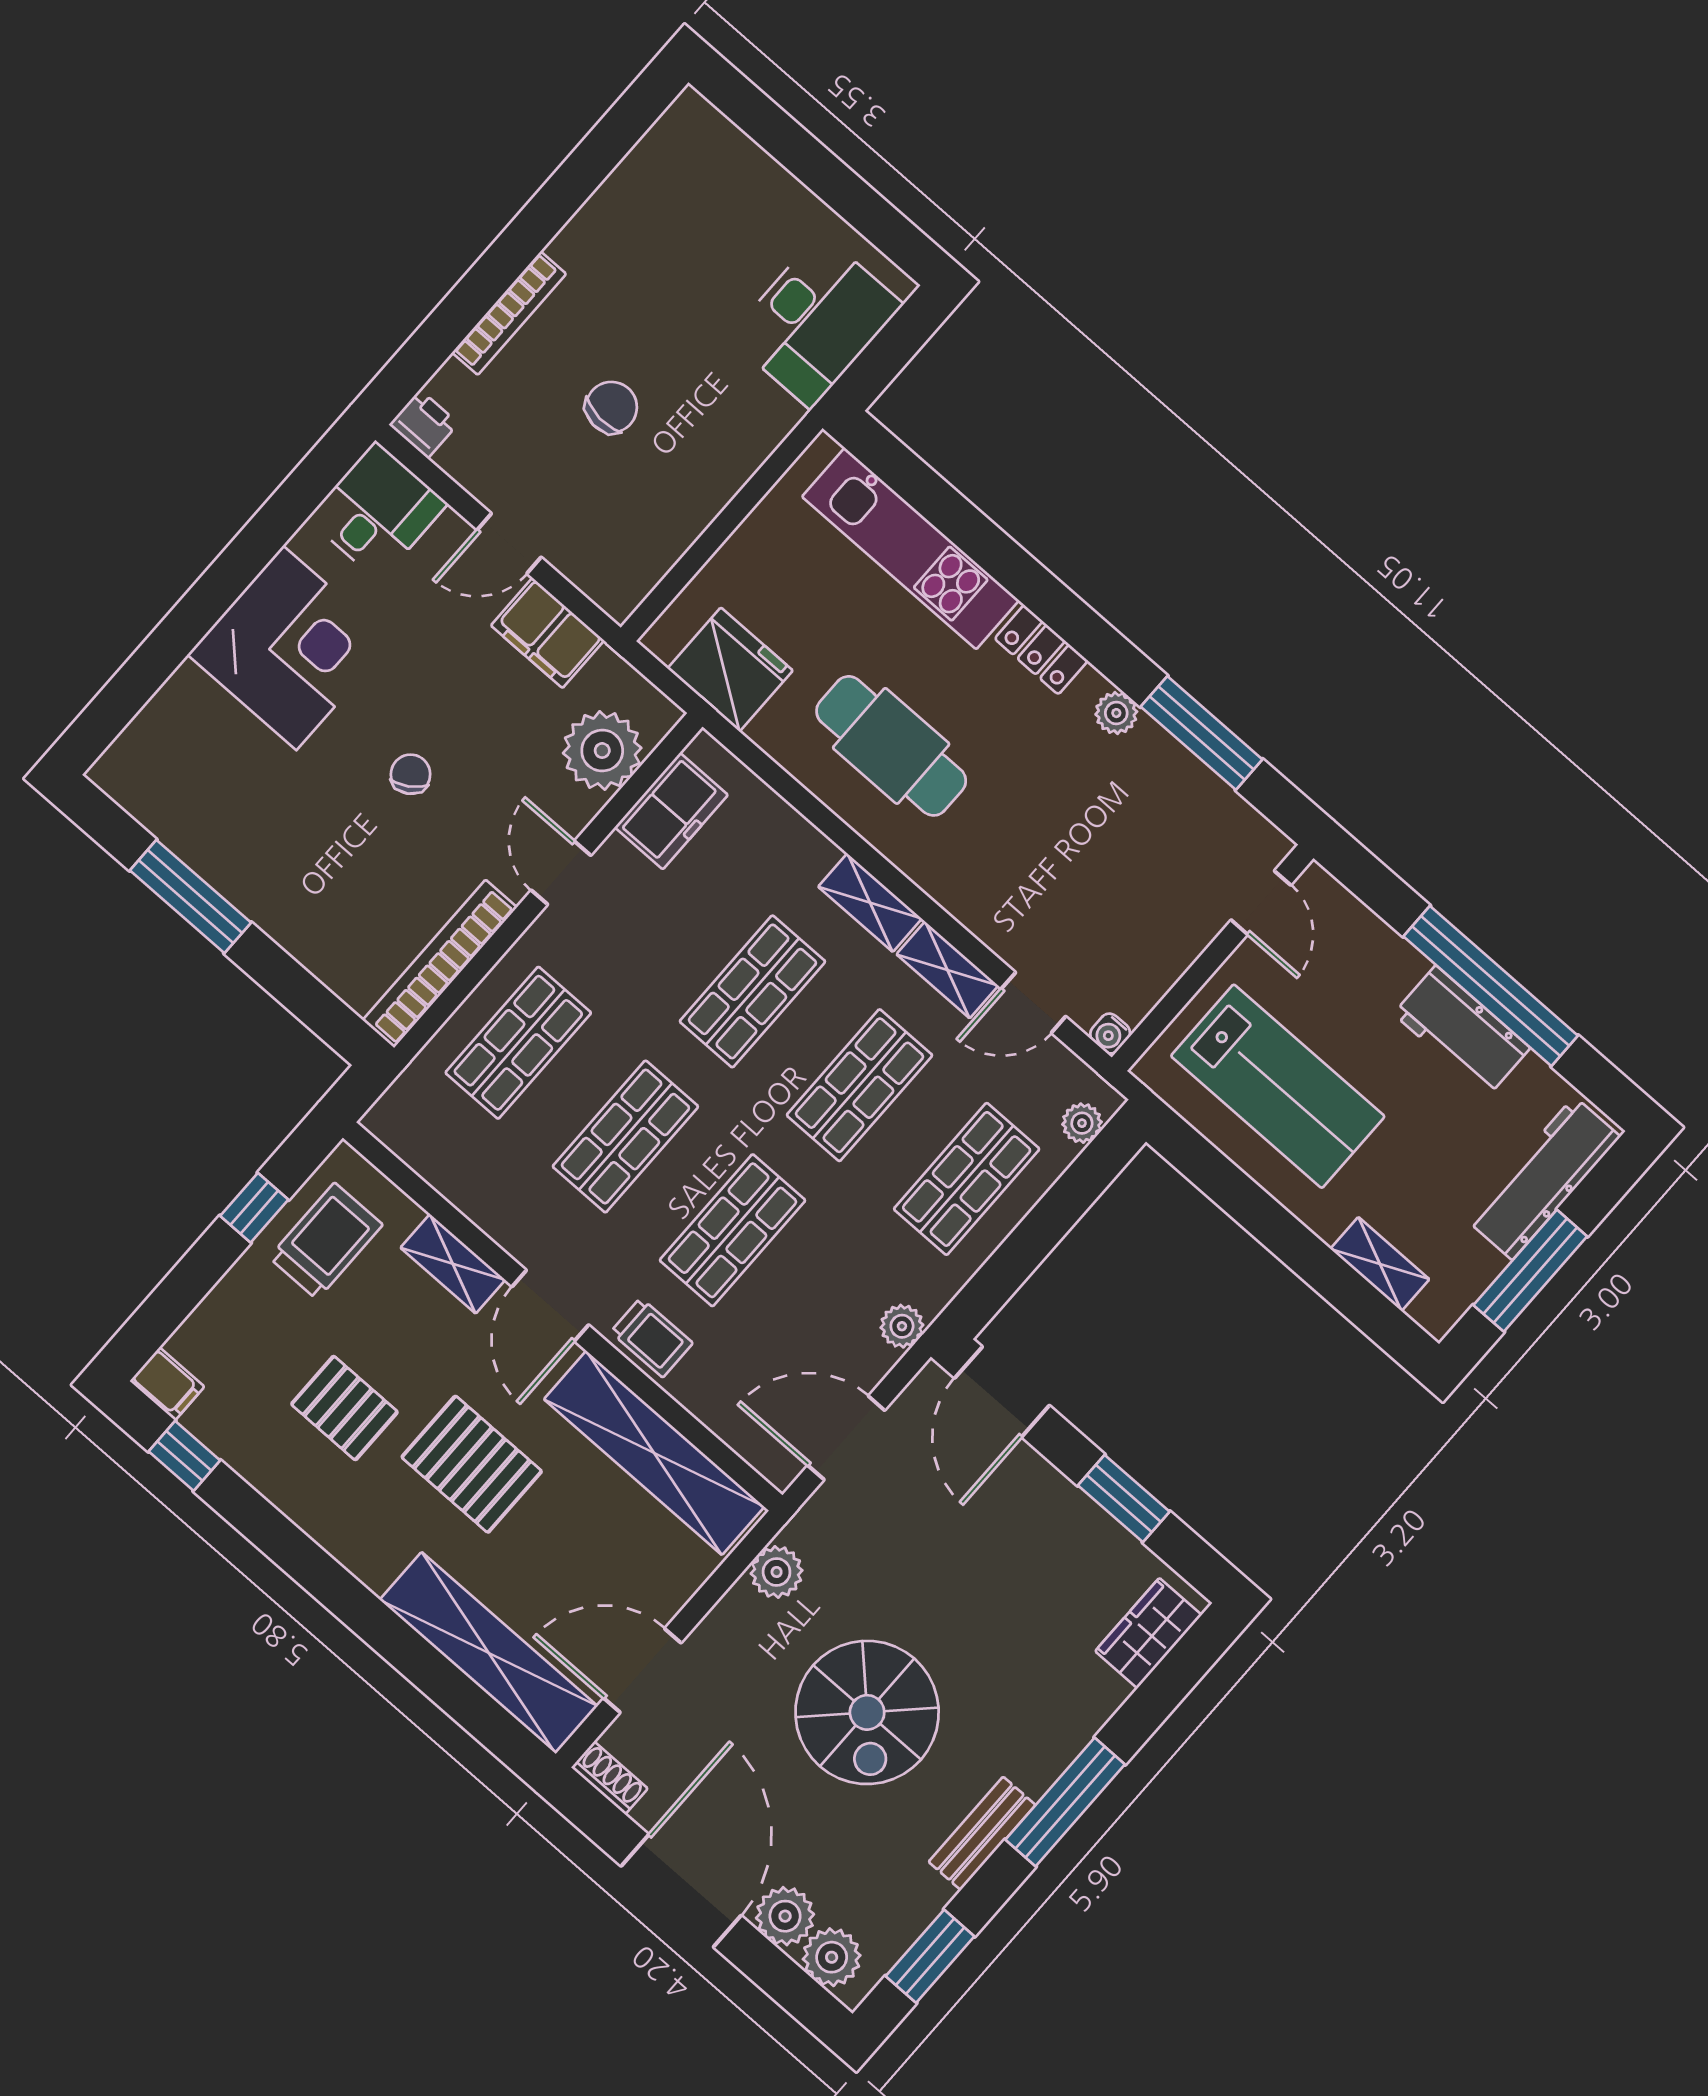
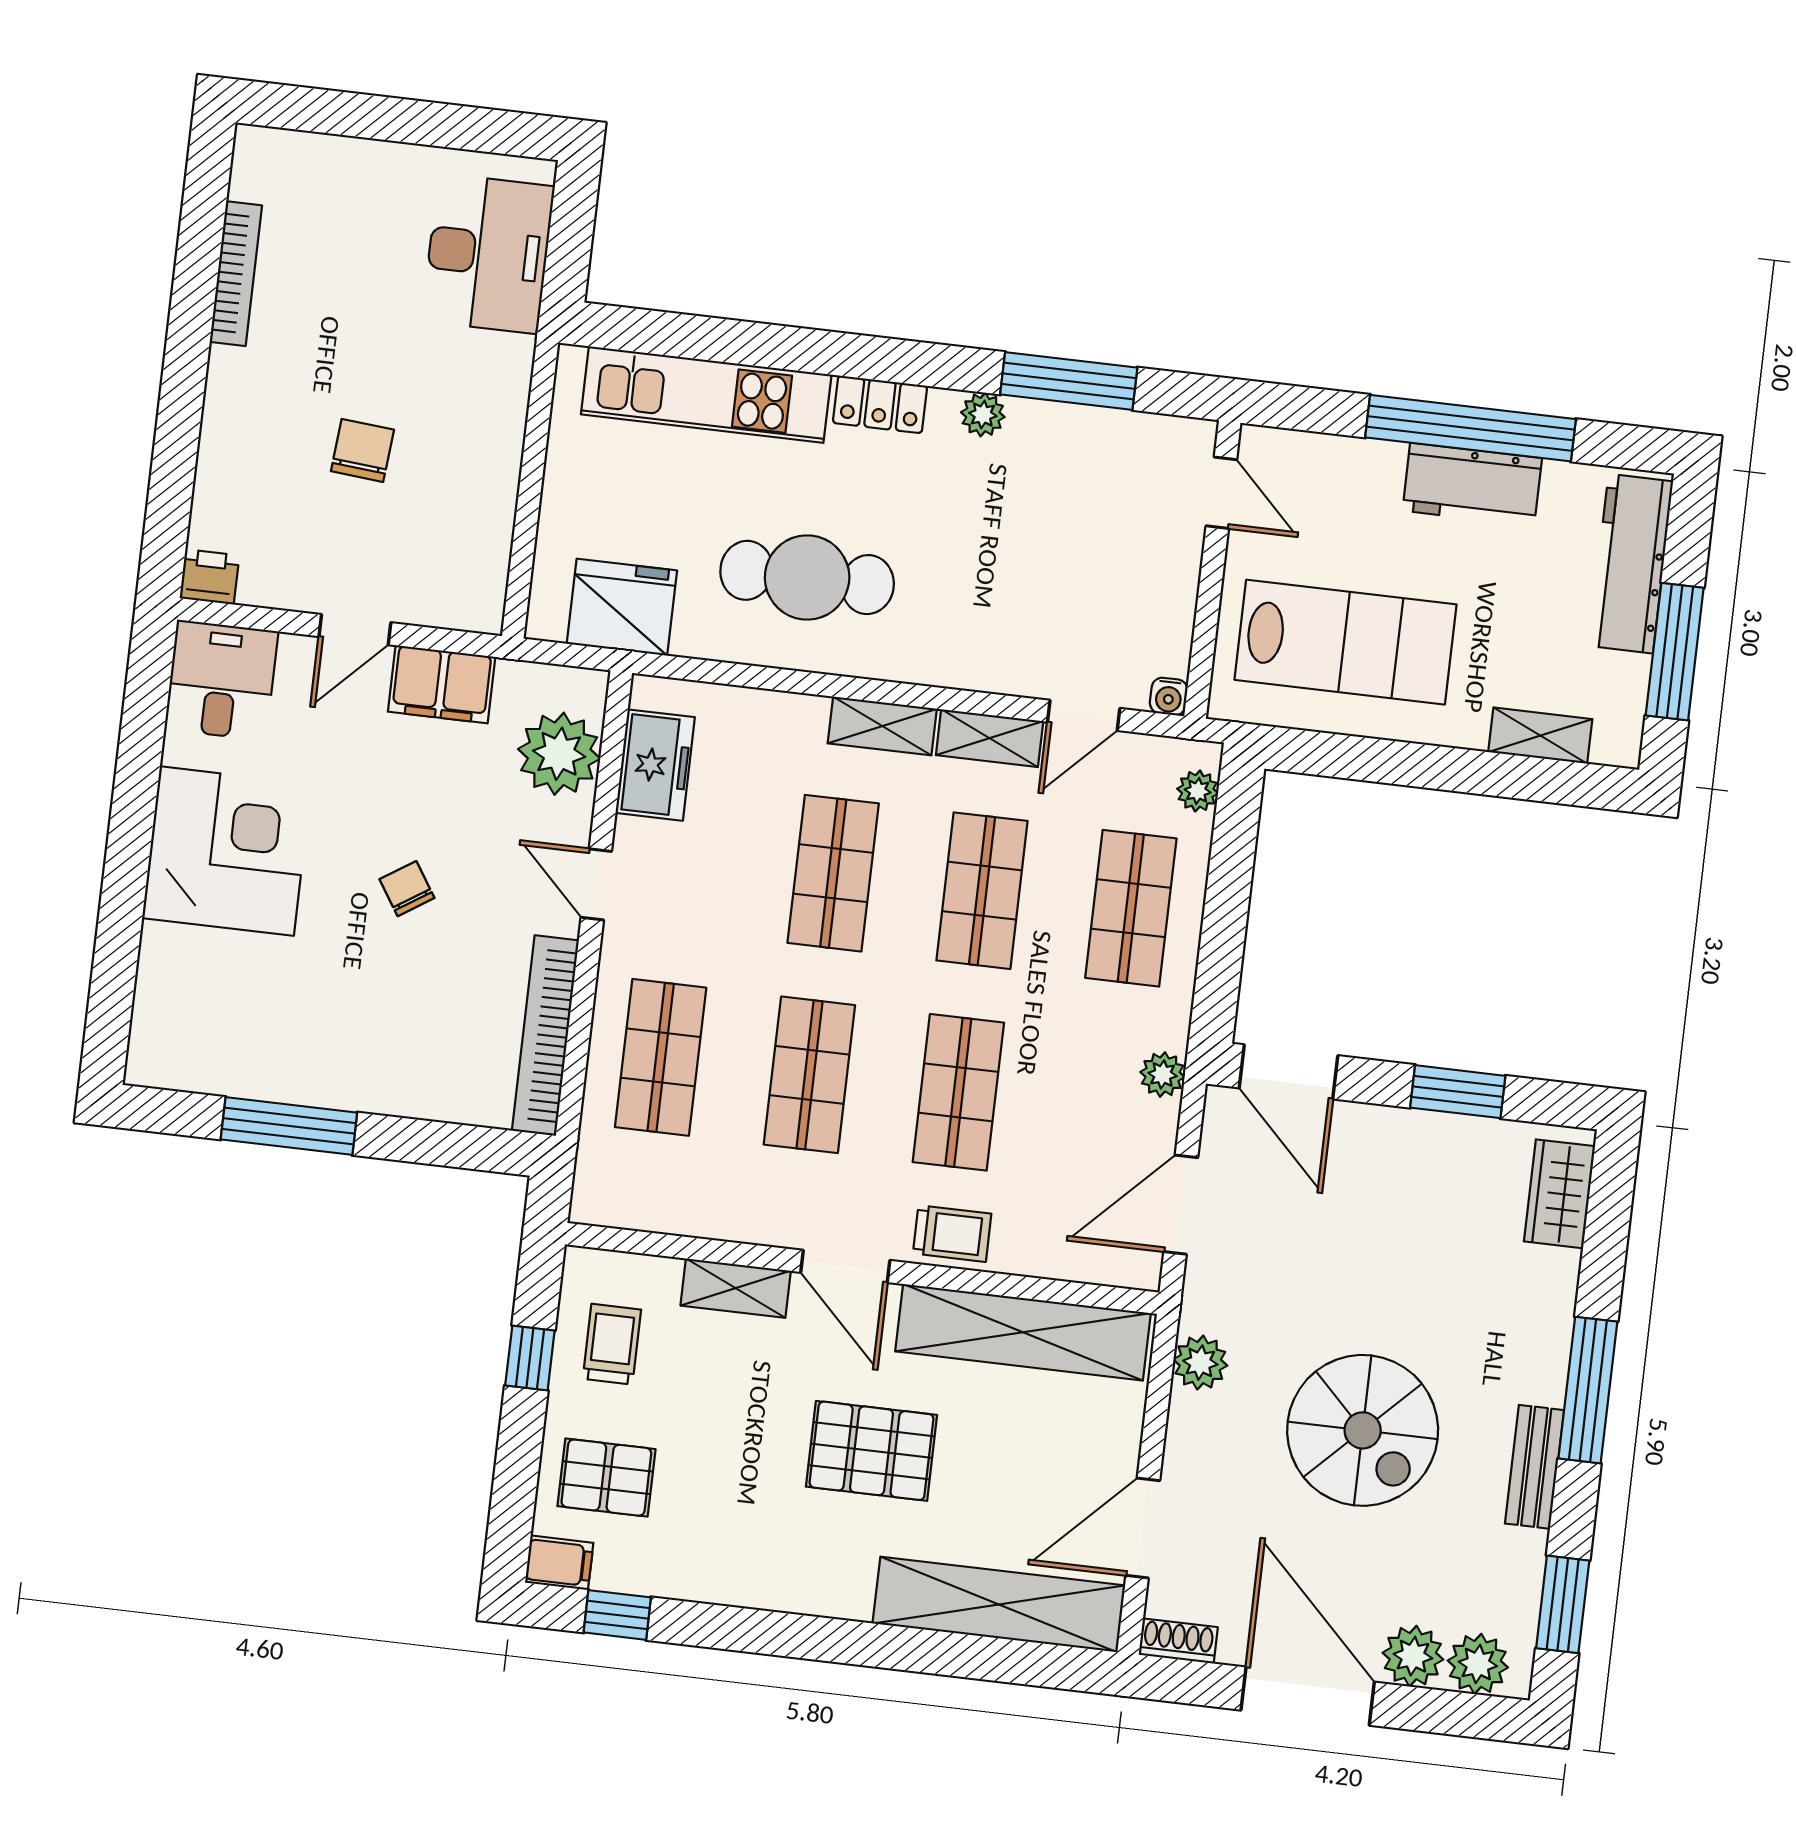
bookcase: (509, 313) -> (236, 274), moved
trolley: (326, 1241) -> (612, 1344), width x0.73, depth x0.72
pallet: (344, 1408) -> (606, 1478), moved

